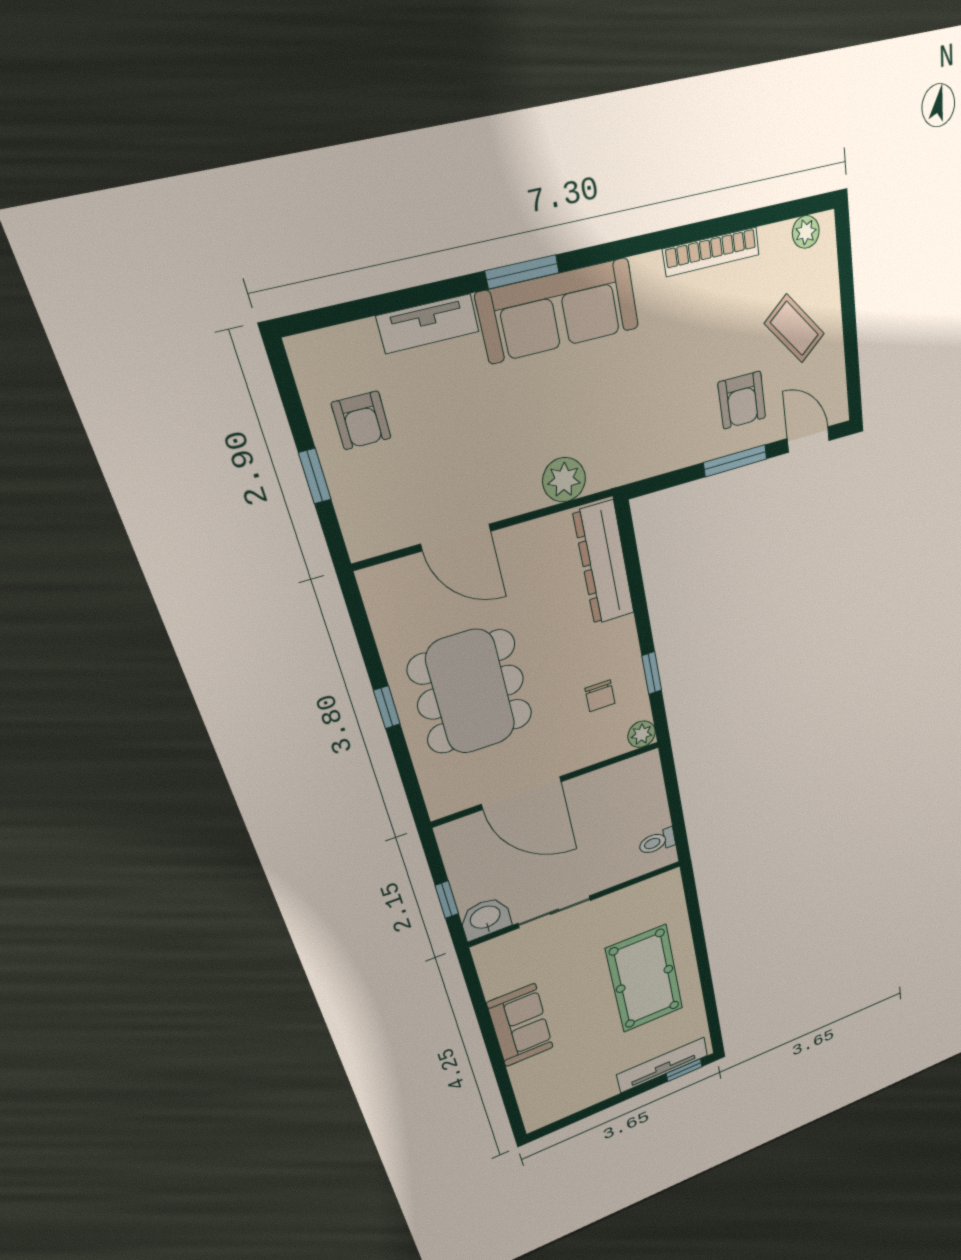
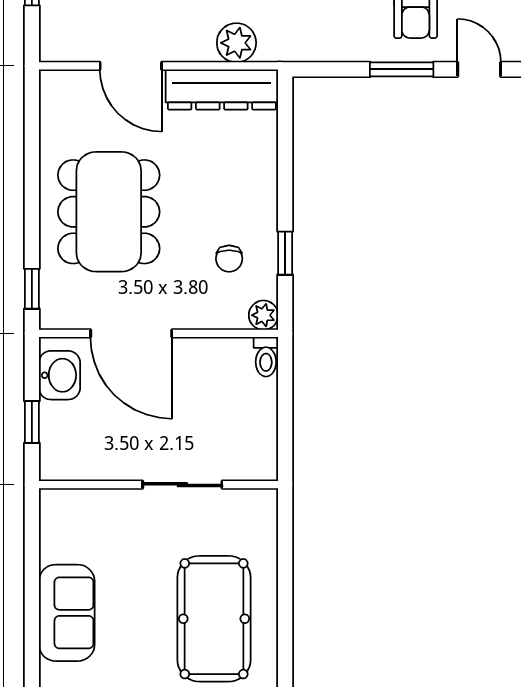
dresser: (604, 563) -> (222, 90), moved, turned -90
window: (387, 707) -> (32, 289), moved
toilet: (657, 842) -> (266, 357), moved, turned -90
sliding door: (554, 912) -> (182, 485), moved
washbasin: (485, 918) -> (60, 375), moved, turned 90

